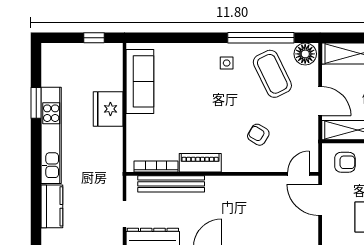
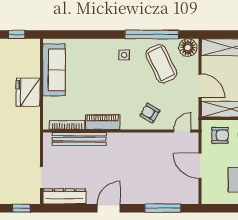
piano: (200, 163) -> (103, 122), moved
bookcase: (156, 167) -> (67, 125), moved
wall: (222, 174) -> (121, 131), moved
door: (298, 174) -> (182, 131), moved
bench: (171, 184) -> (79, 139), moved

